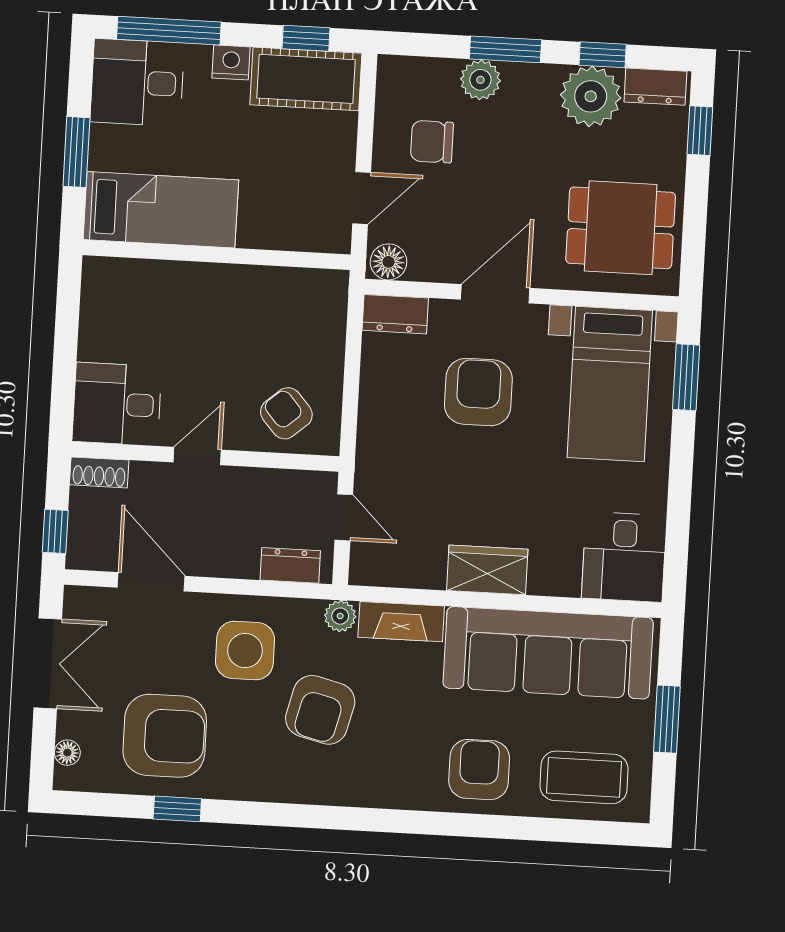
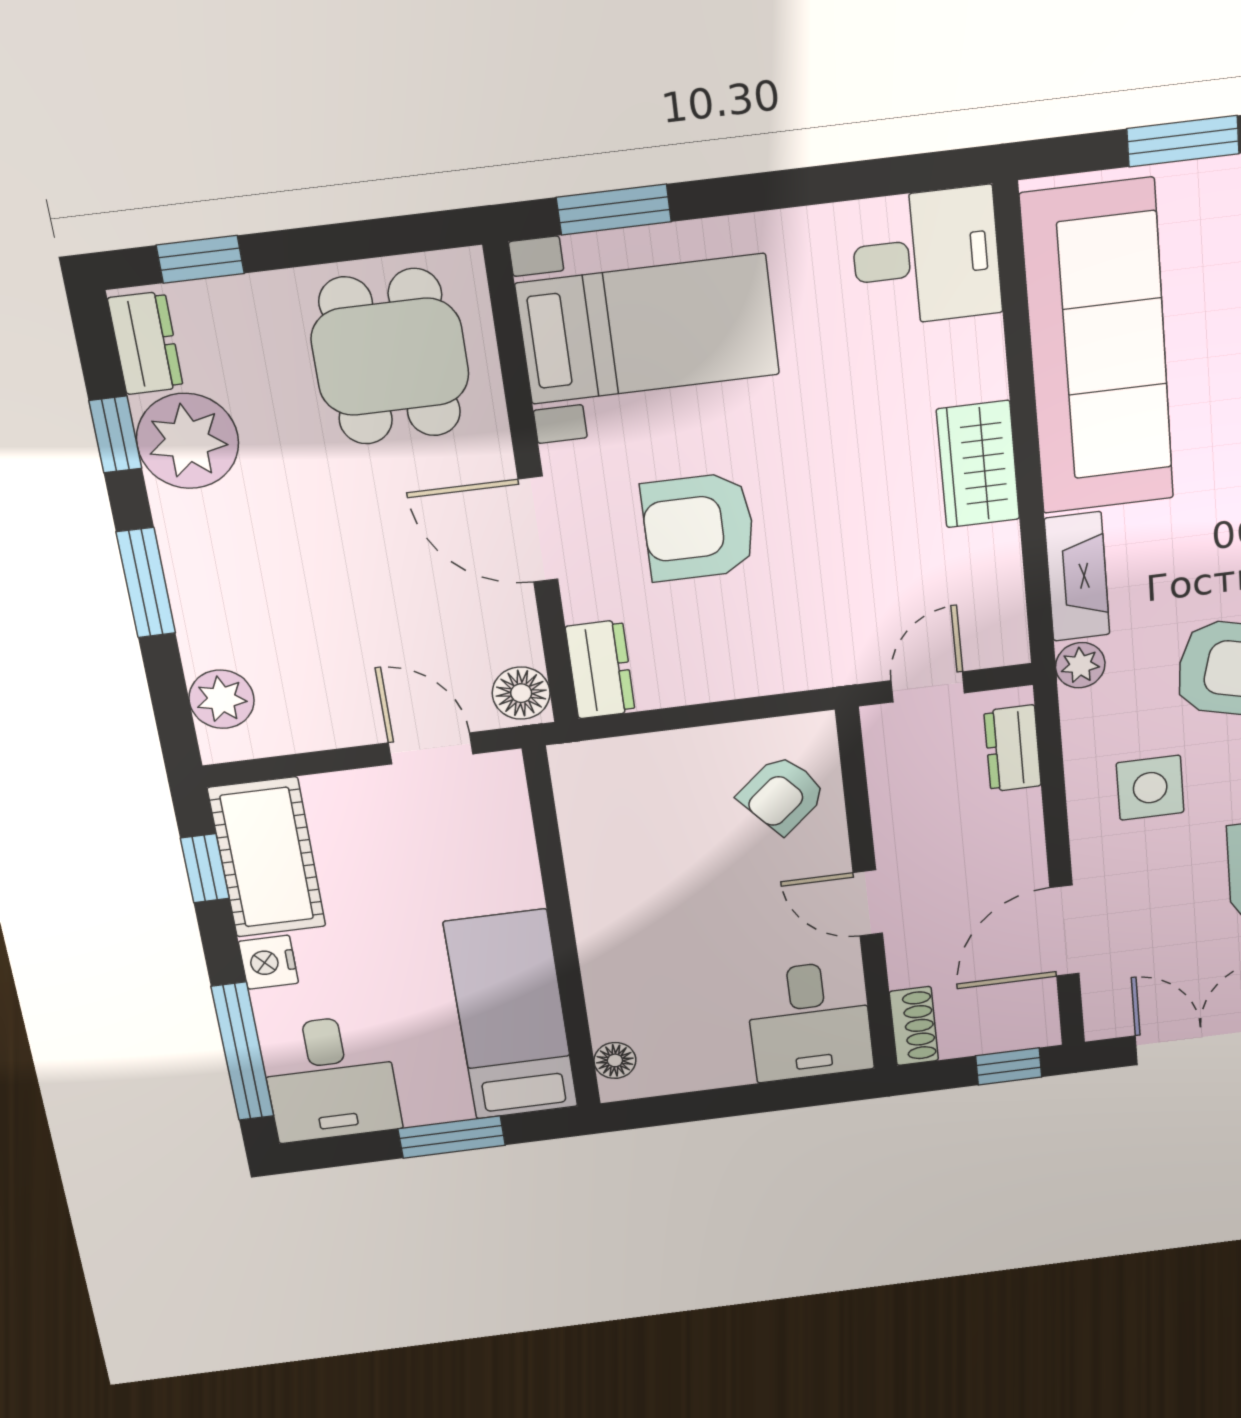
plant: (480, 80) -> (222, 699), moved
chair: (432, 142) -> (319, 664), removed
floor lamp: (113, 271) -> (615, 1060), added
side table: (245, 651) -> (1150, 788), width x0.73, depth x0.73

